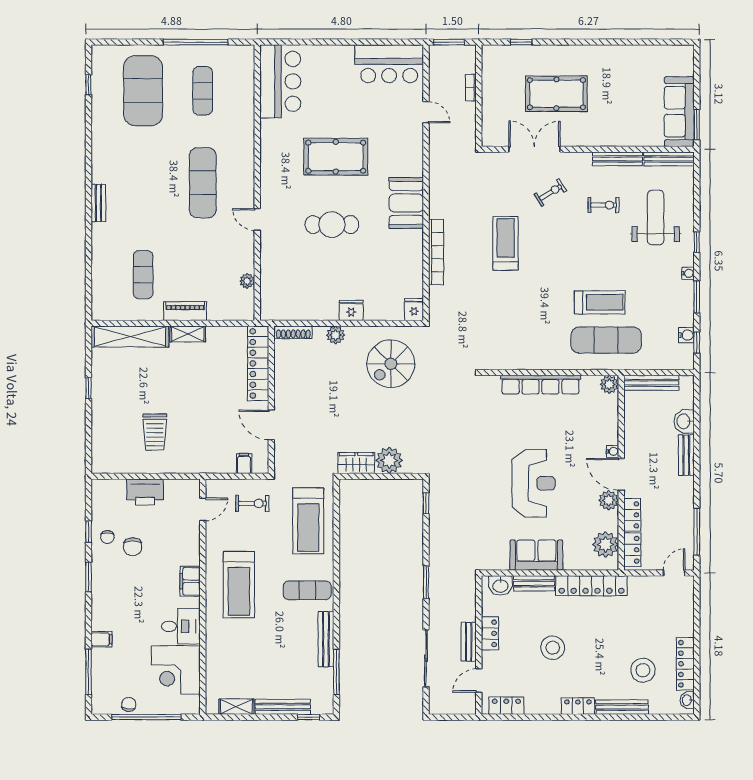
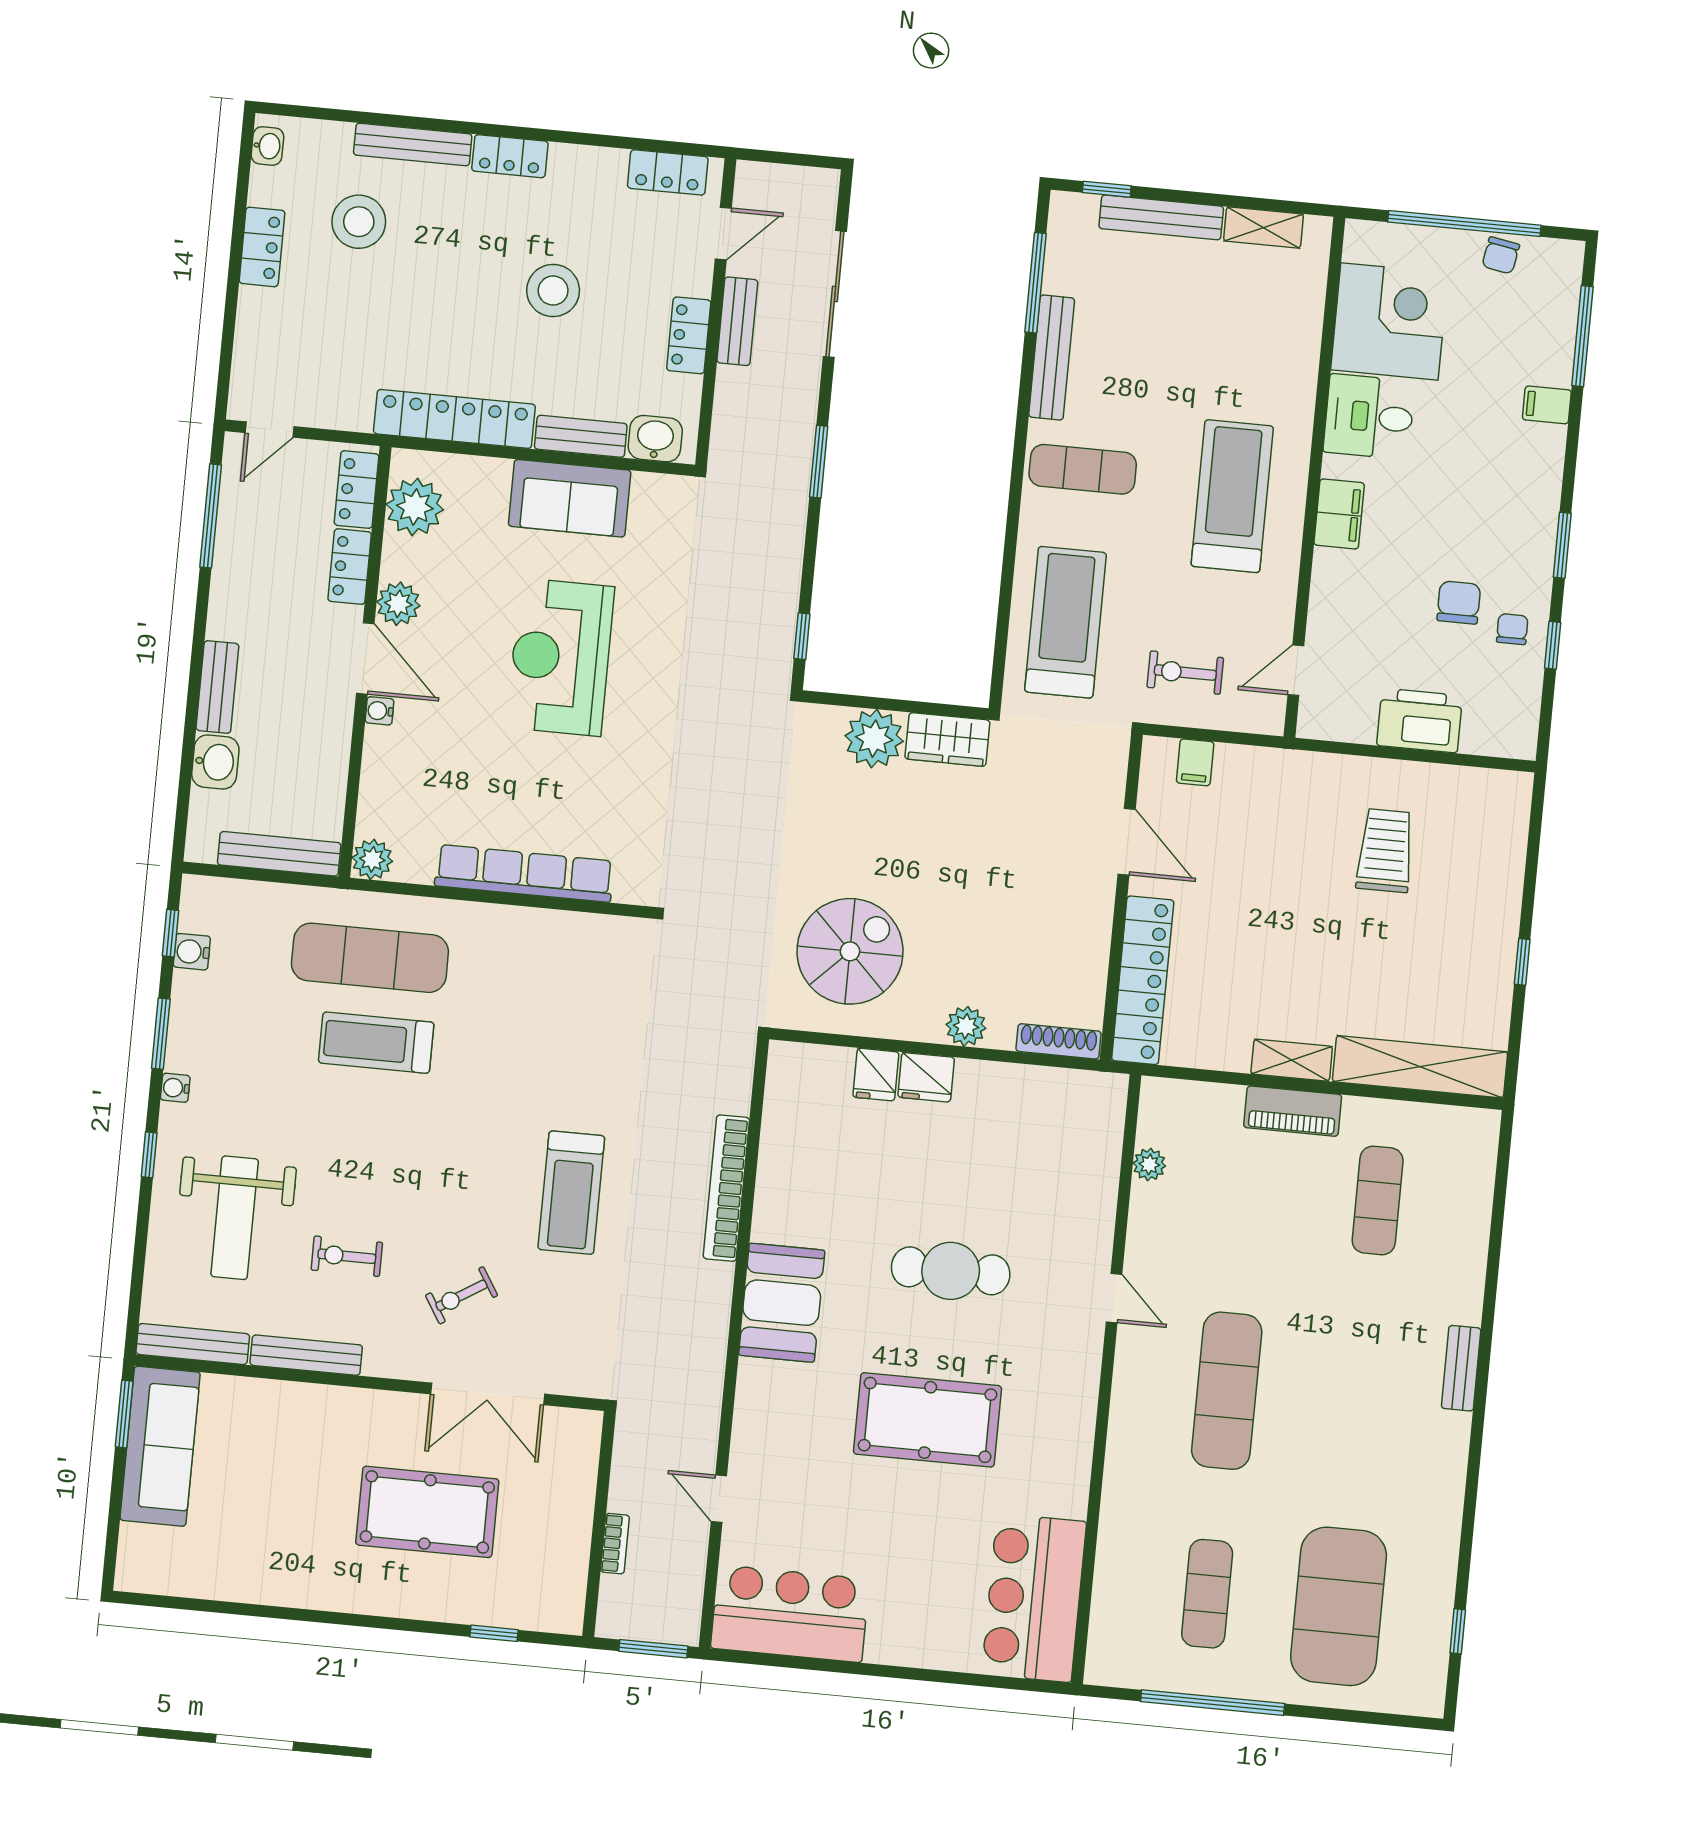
fridge: (414, 310) -> (876, 1075), moved
locker: (685, 664) -> (262, 247), width x0.66

